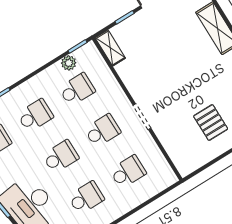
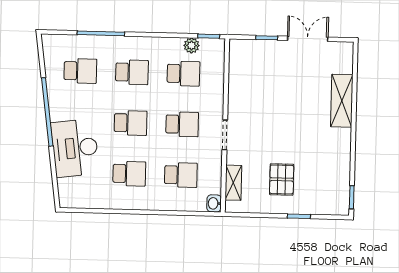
shelving: (110, 48) -> (233, 183), moved
washbasin: (169, 177) -> (214, 203), added

